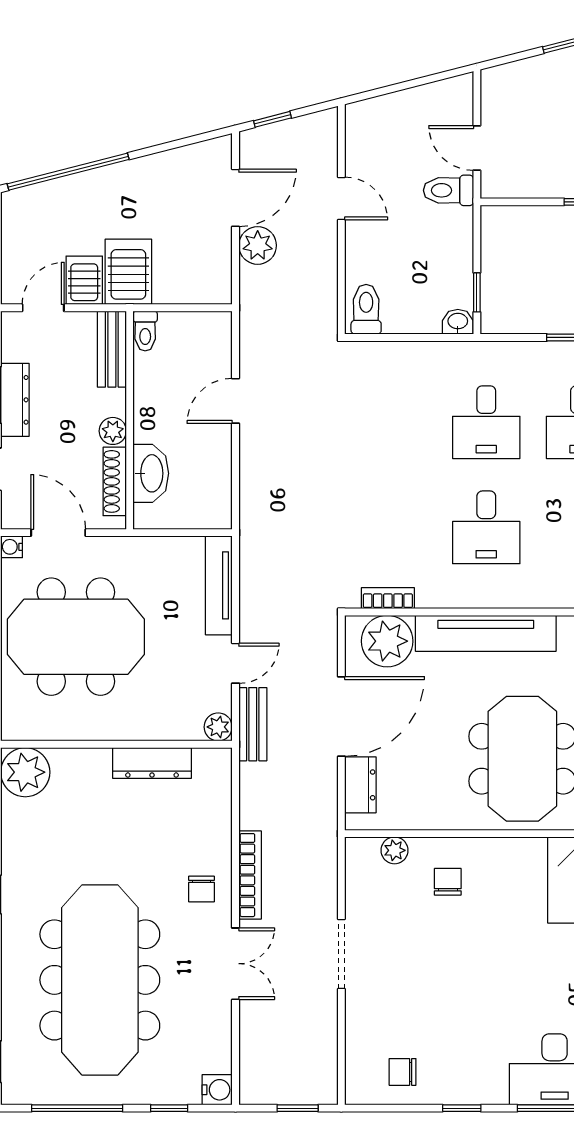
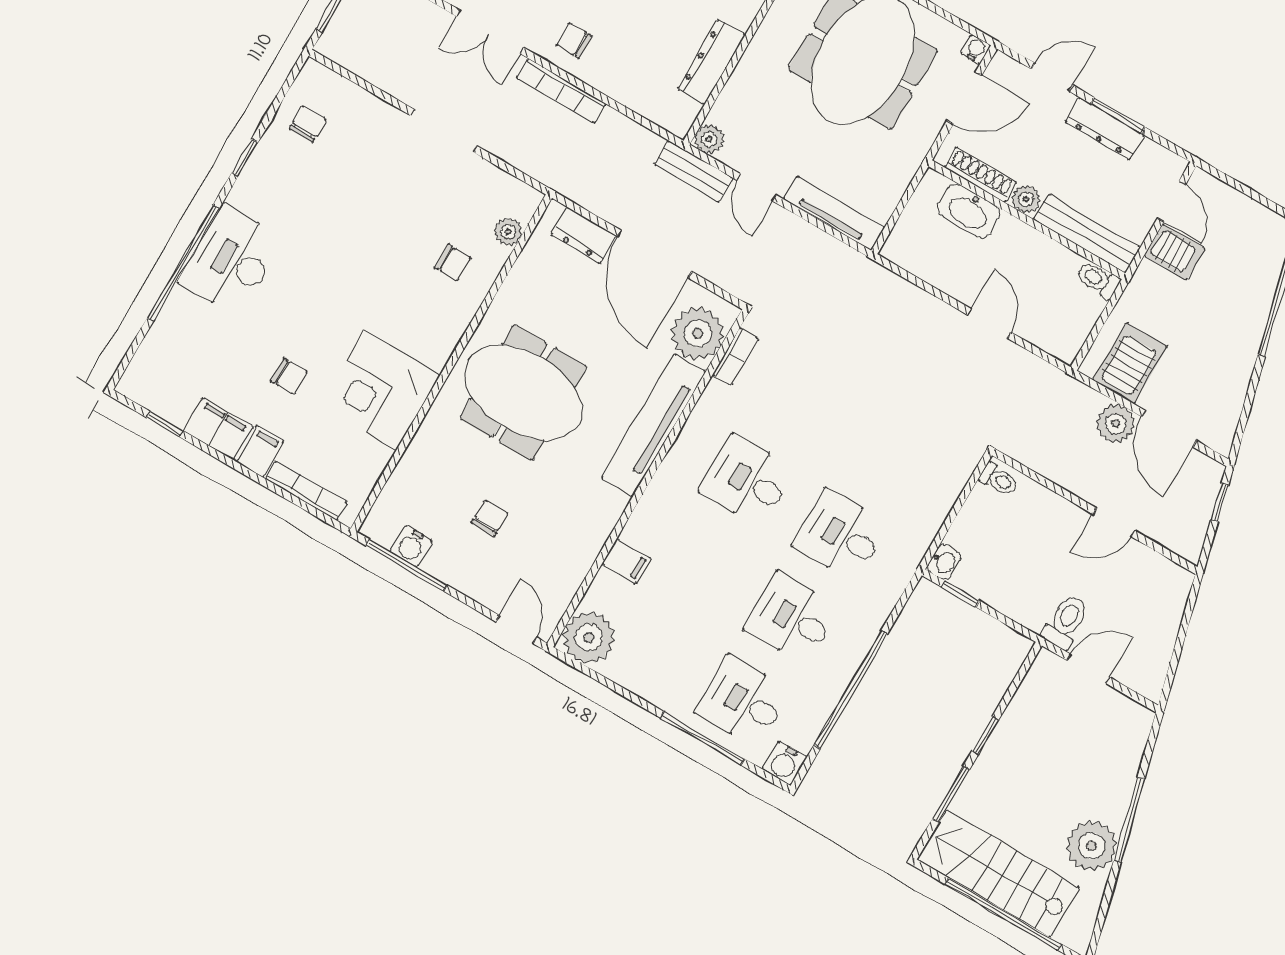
server rack: (128, 272) -> (1130, 363), moved, turned -90
toilet: (366, 309) -> (999, 480), width x0.73, depth x0.72
bench: (112, 349) -> (1087, 234), width x1.36

